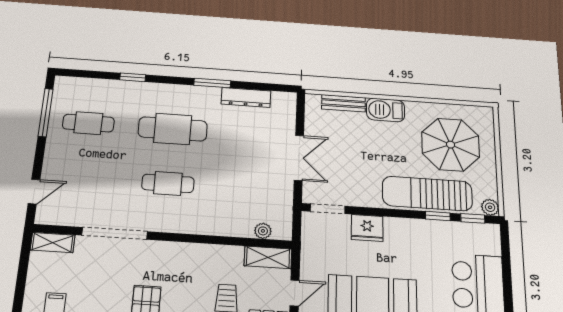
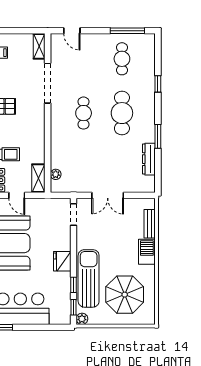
fridge: (367, 228) -> (62, 261), moved

